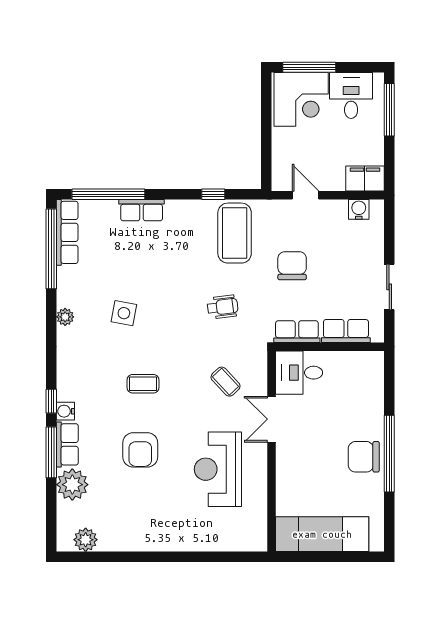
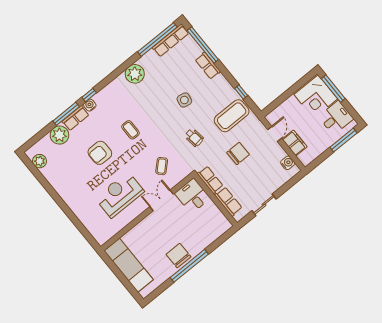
filing cabinet: (365, 178) -> (295, 143), moved
side table: (124, 313) -> (184, 100), moved
plant: (65, 317) -> (135, 74), width x1.88, depth x1.88

